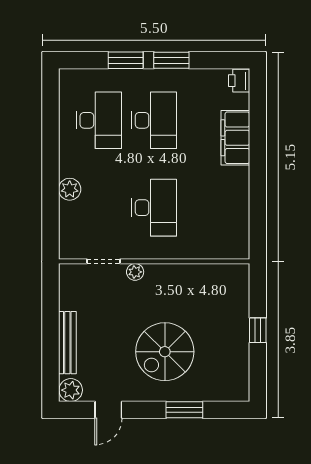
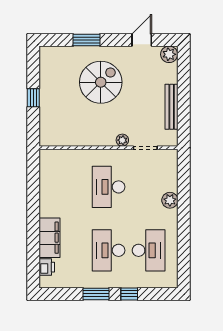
window: (126, 60) -> (129, 294), width x0.67
printer: (239, 81) -> (47, 267), moved
desk: (99, 120) -> (149, 250), turned 180
bench: (67, 343) -> (172, 107), moved

